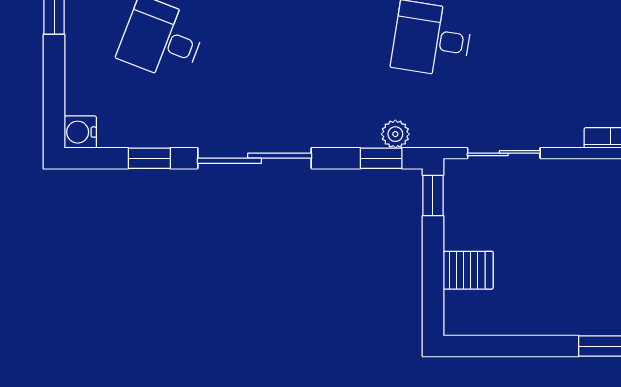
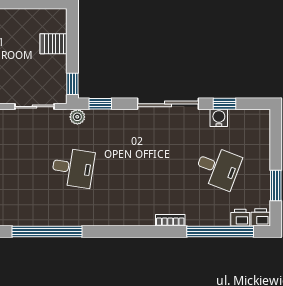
water cooler: (80, 132) -> (219, 118), moved, turned -90
plant: (395, 134) -> (77, 117), moved

